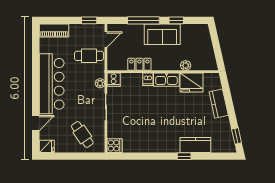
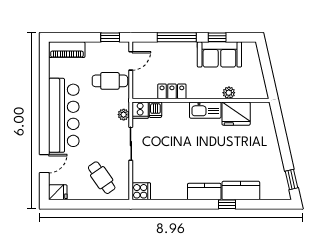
sofa: (162, 34) -> (219, 54), moved
dishwasher: (148, 79) -> (155, 110), moved
kitchen counter: (219, 104) -> (204, 192), moved, turned 103

